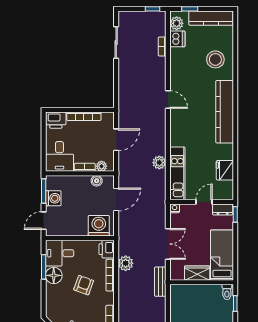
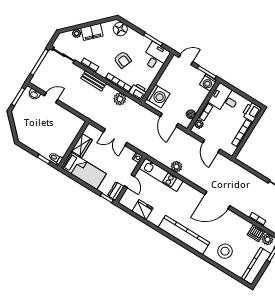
door: (168, 99) -> (217, 200), width x1.88
washing machine: (53, 198) -> (208, 83), moved
door: (44, 221) -> (186, 59), hinge flipped
floor lamp: (54, 275) -> (120, 29), moved
bench: (160, 282) -> (94, 81), moved

